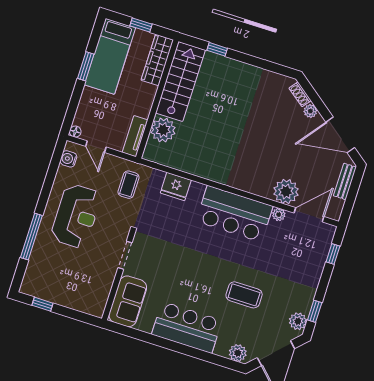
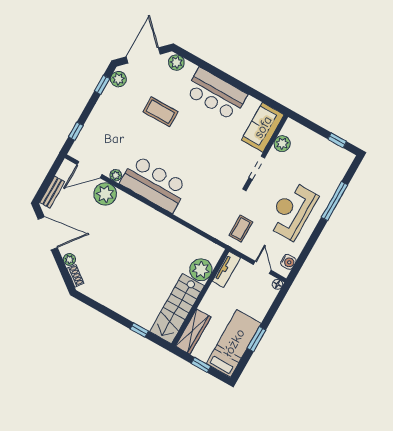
fridge: (176, 186) -> (200, 218), removed
plant: (102, 288) -> (282, 144), added

